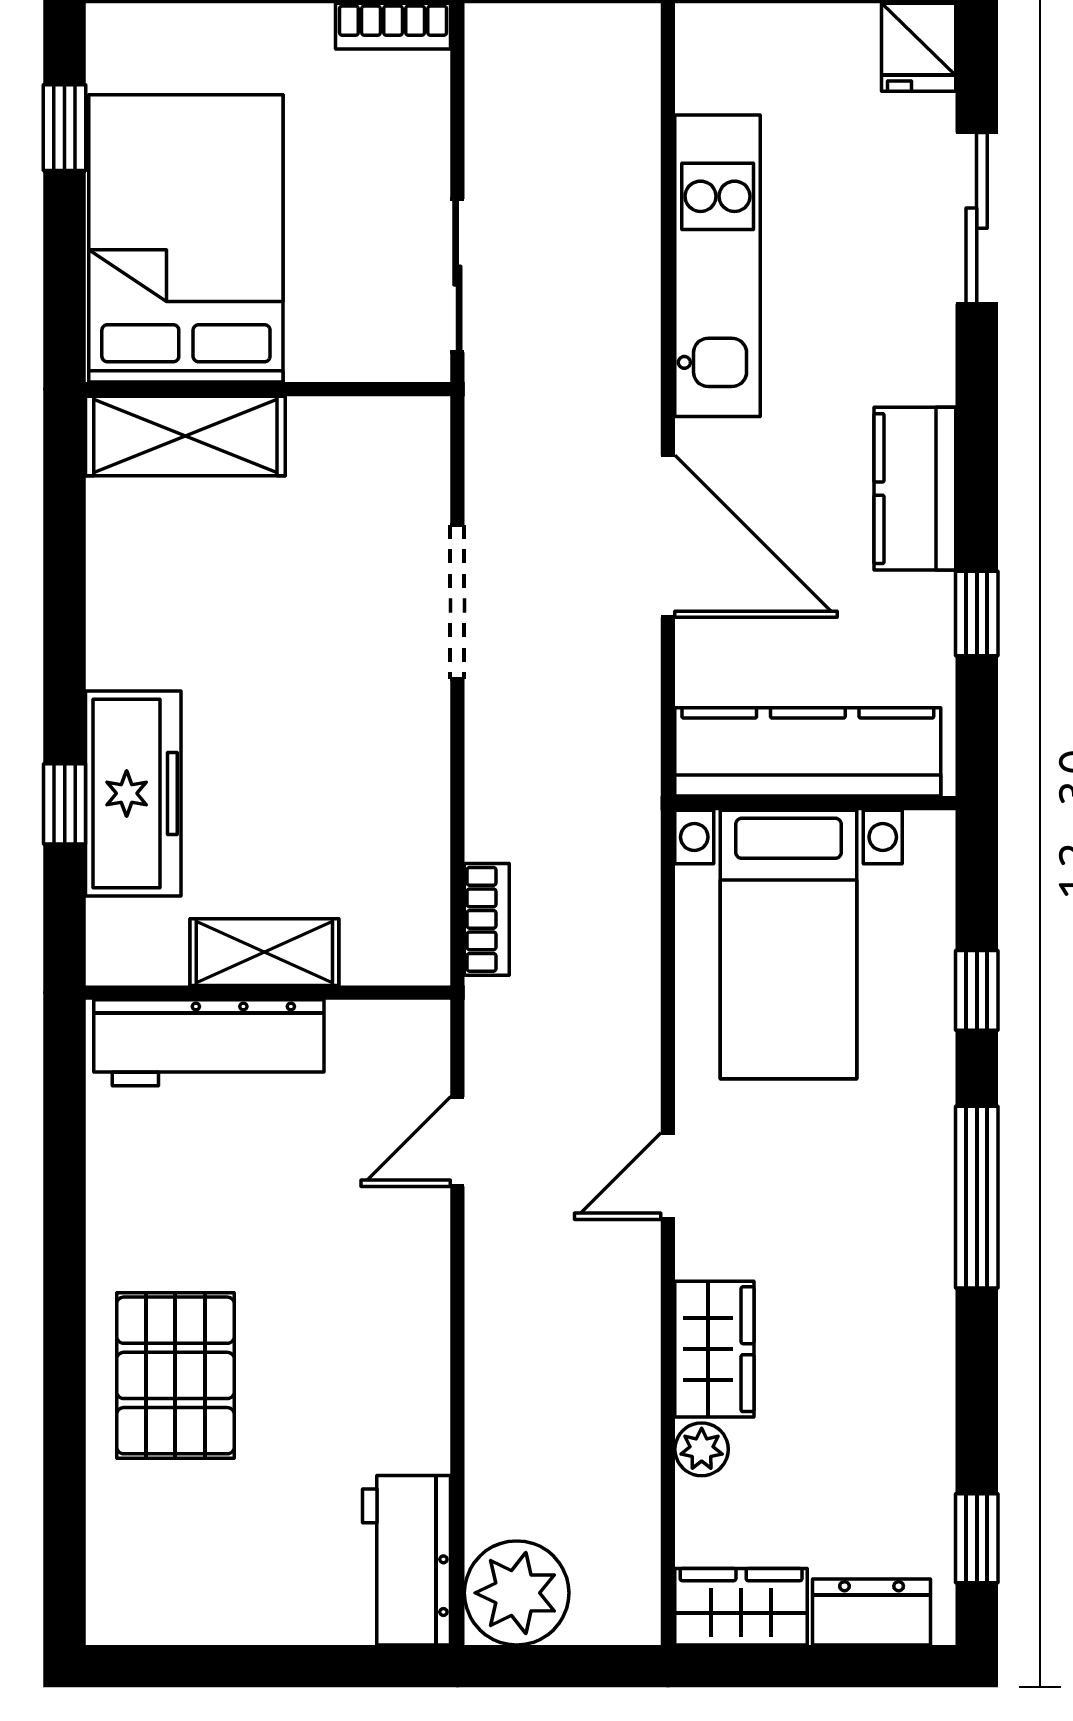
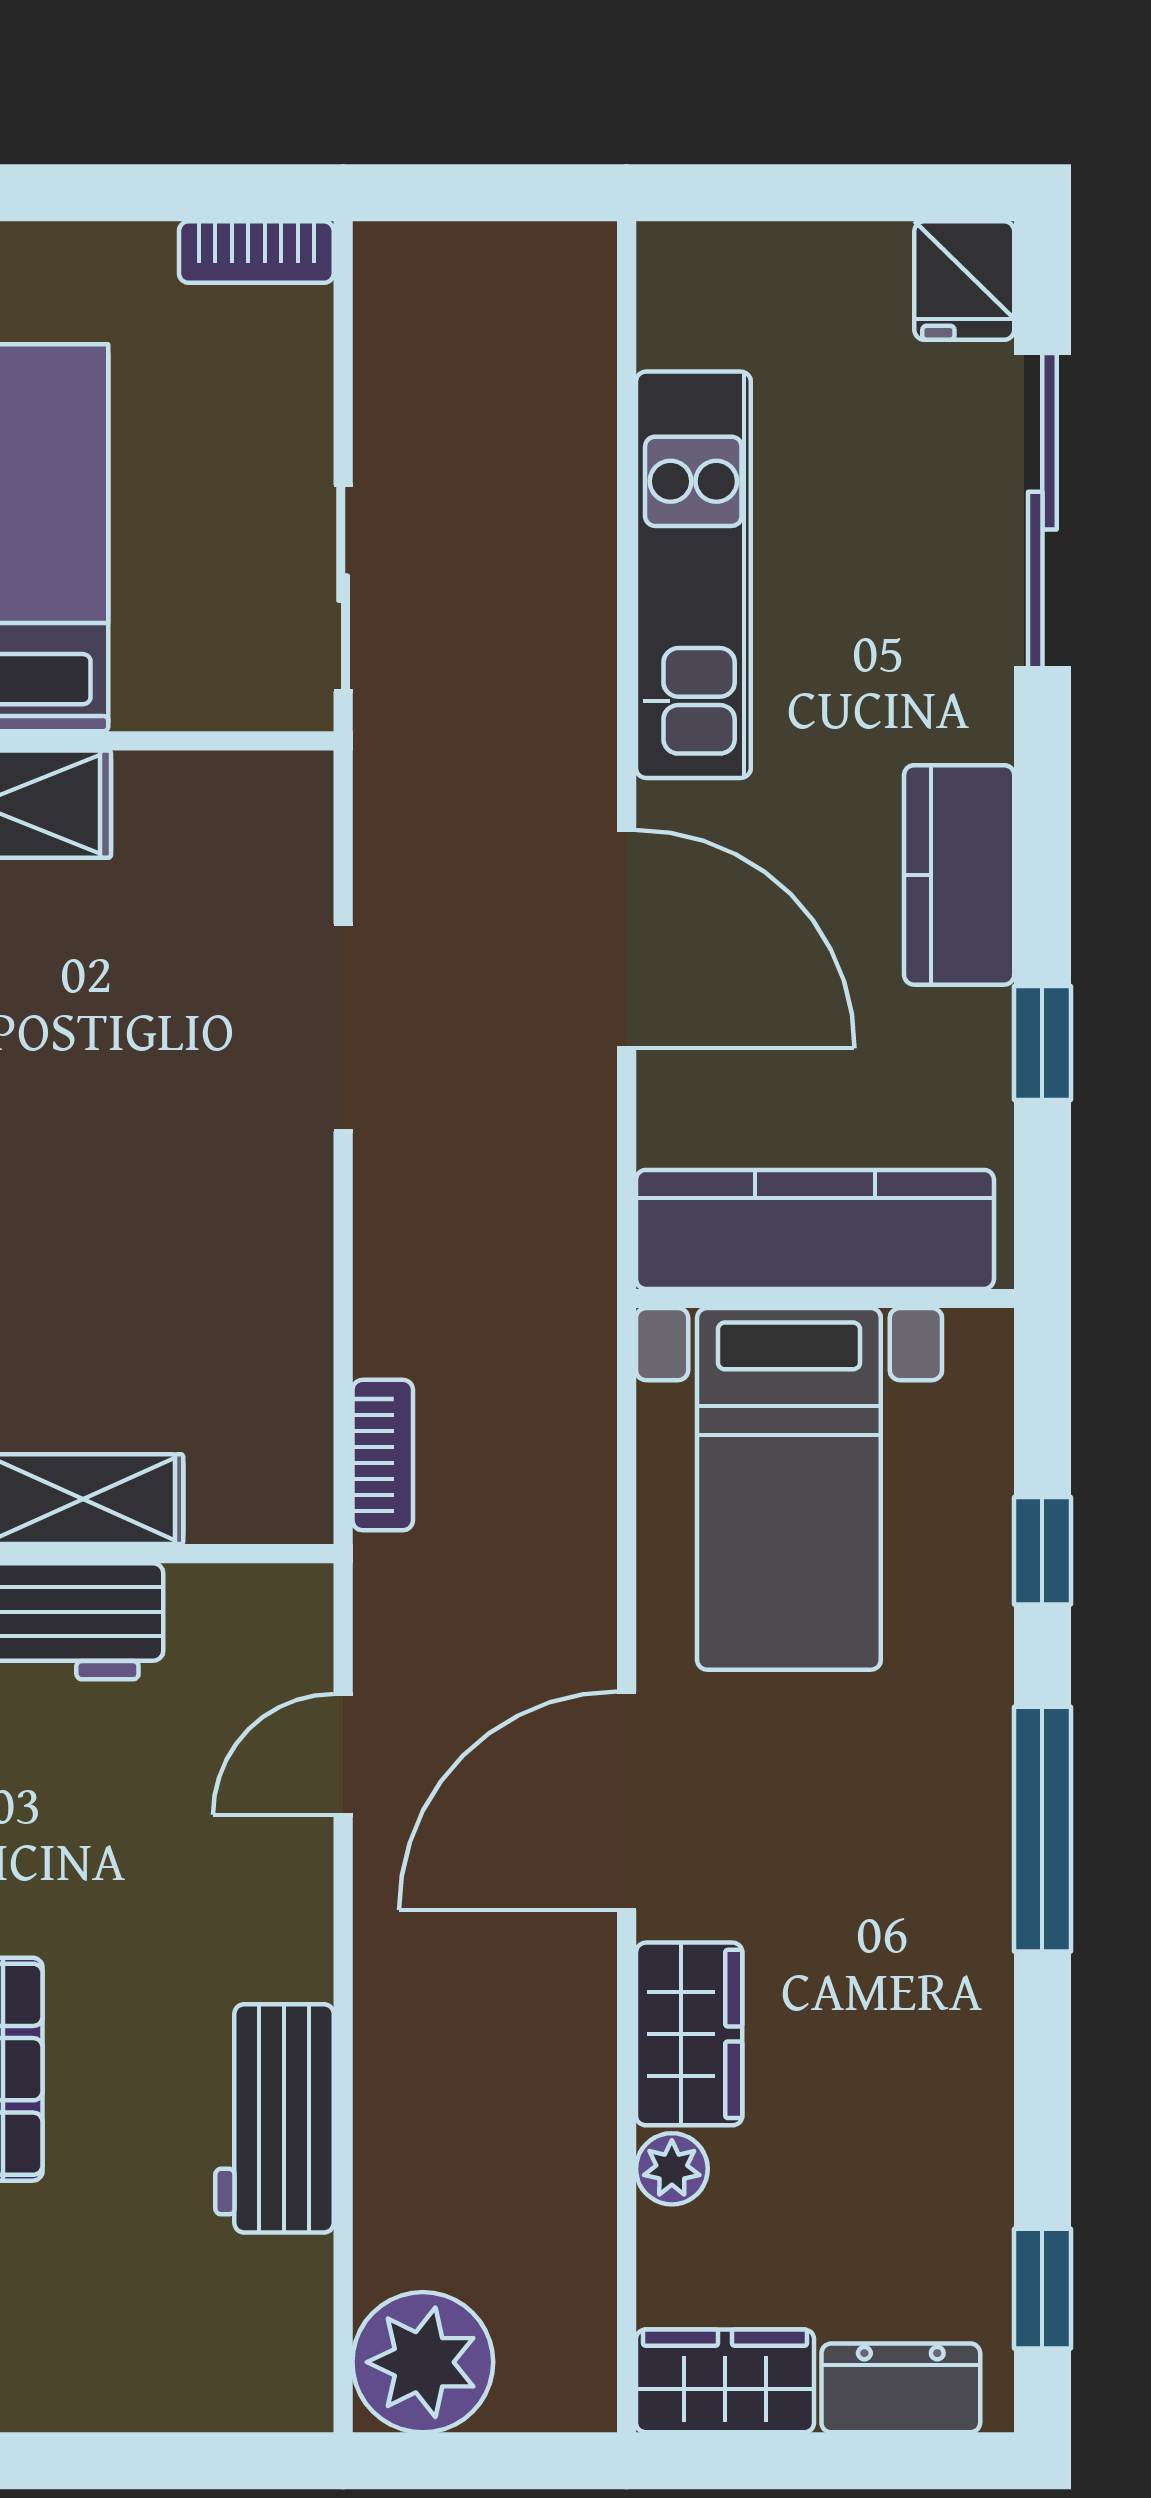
sliding door: (977, 218) -> (1042, 511), width x1.37
door: (668, 1176) -> (627, 1801), width x1.87
workbench: (407, 1560) -> (275, 2118), moved

